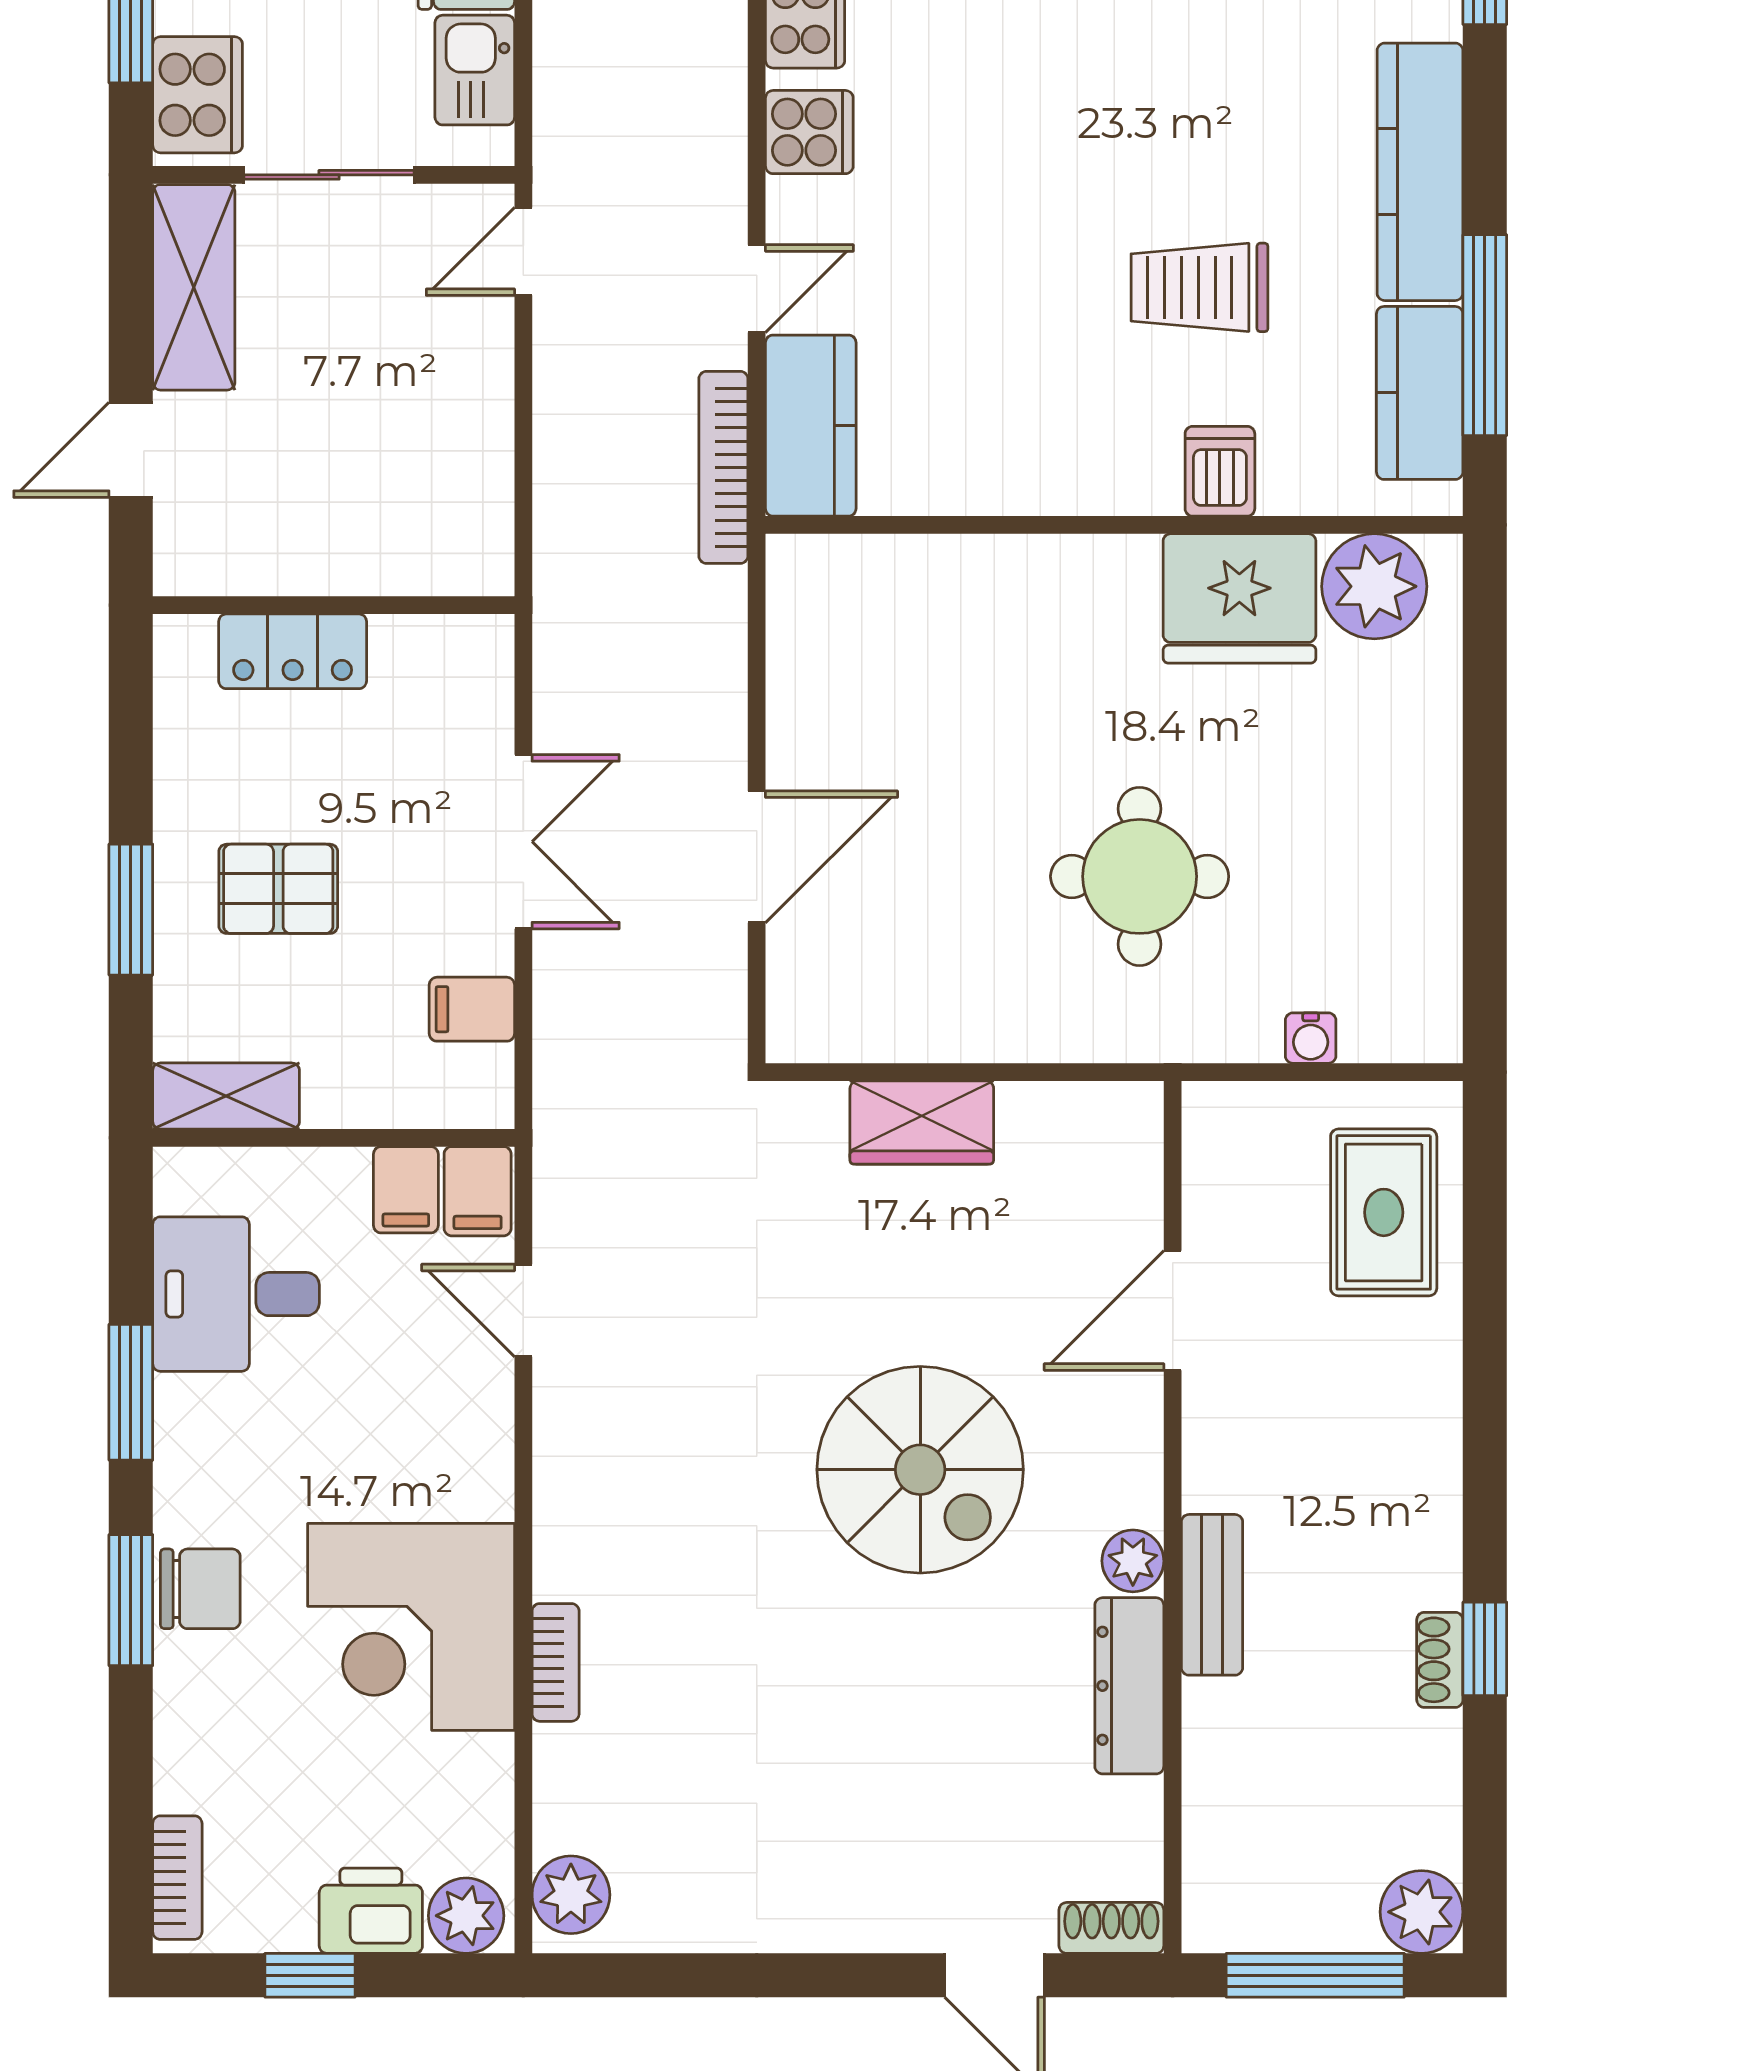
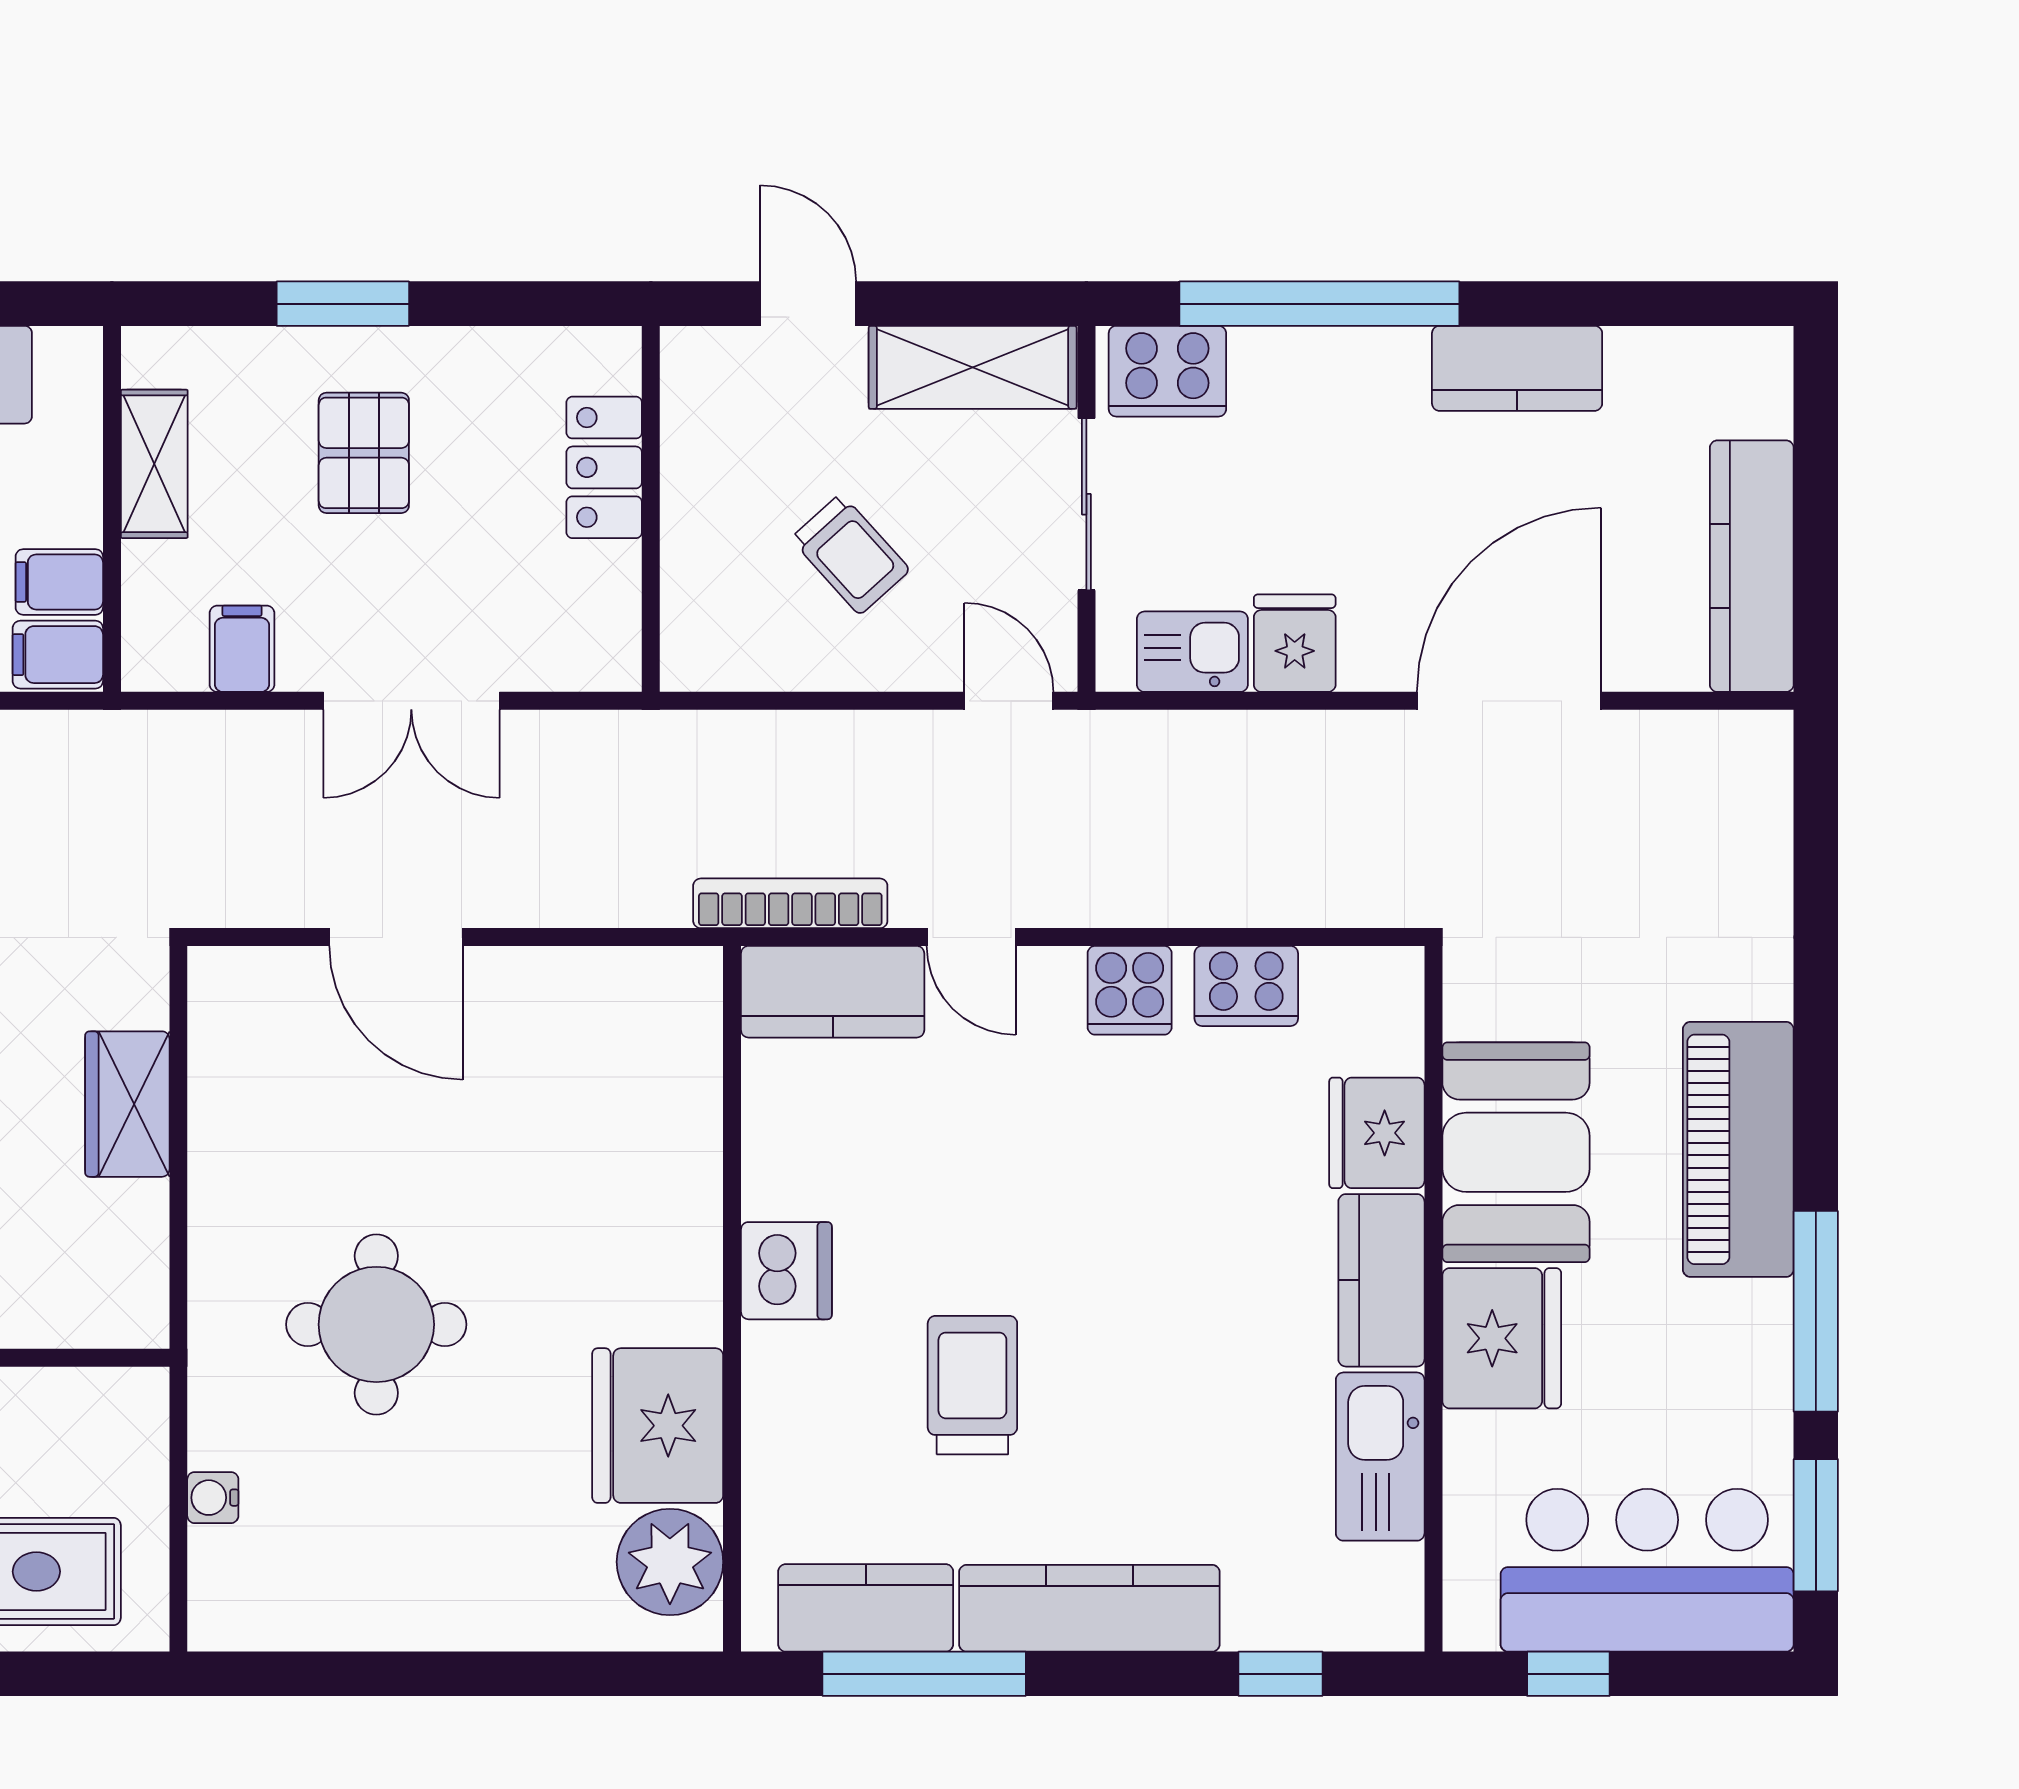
trolley: (378, 408) -> (850, 554), added
dishwasher: (1220, 471) -> (786, 1271), moved, width x1.38
shelving: (226, 1096) -> (154, 464), moved

